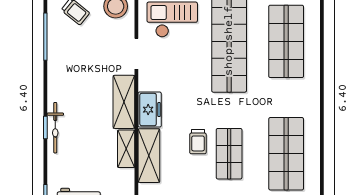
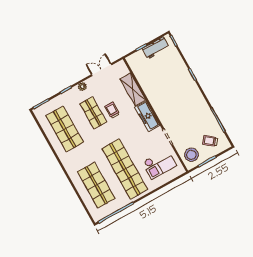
shelving: (124, 102) -> (160, 109), removed
freezer: (150, 110) -> (147, 116), width x1.40
bicycle: (55, 128) -> (188, 77), removed
shelving: (126, 149) -> (146, 86), removed

